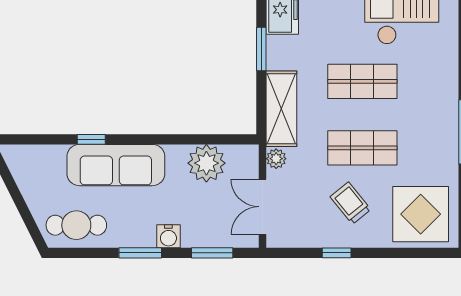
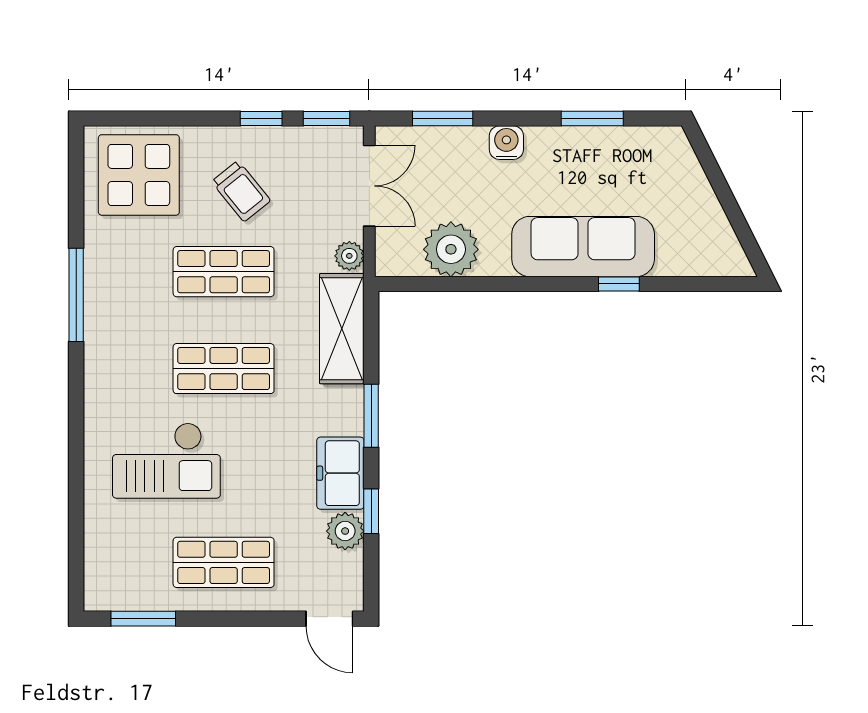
cafe table: (76, 225) -> (641, 159), removed
window: (140, 253) -> (592, 118), moved
window: (292, 253) -> (326, 118), added

